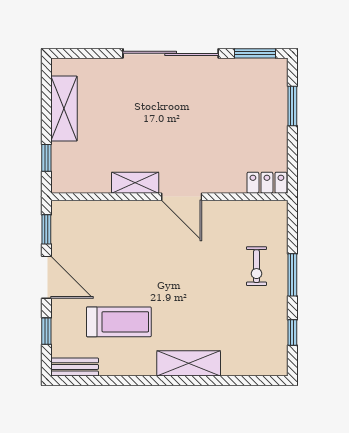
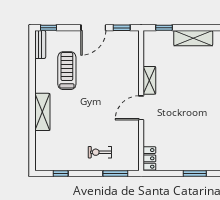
window: (292, 275) -> (115, 173), moved
treadmill: (119, 322) -> (67, 71), turned 180
window: (46, 331) -> (49, 28), moved

